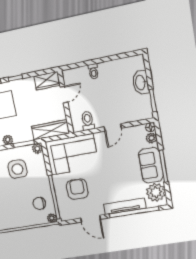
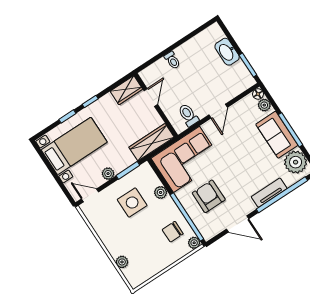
plant: (37, 148) -> (161, 192), moved
tv unit: (125, 206) -> (269, 193), width x0.71

